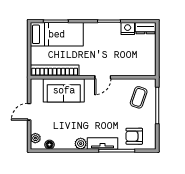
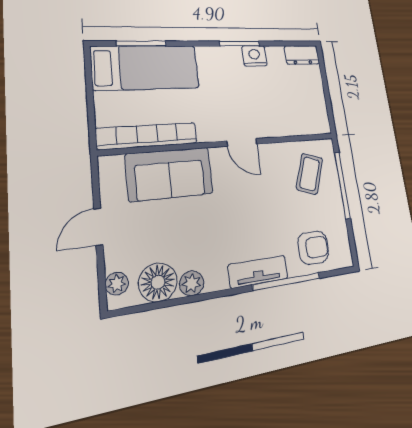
nightstand: (128, 29) -> (254, 56), moved
door: (103, 77) -> (242, 142), hinge flipped
armchair: (134, 136) -> (313, 248), turned 180
plant: (81, 144) -> (192, 283), moved
floor lamp: (49, 145) -> (158, 282), width x1.89, depth x1.89

